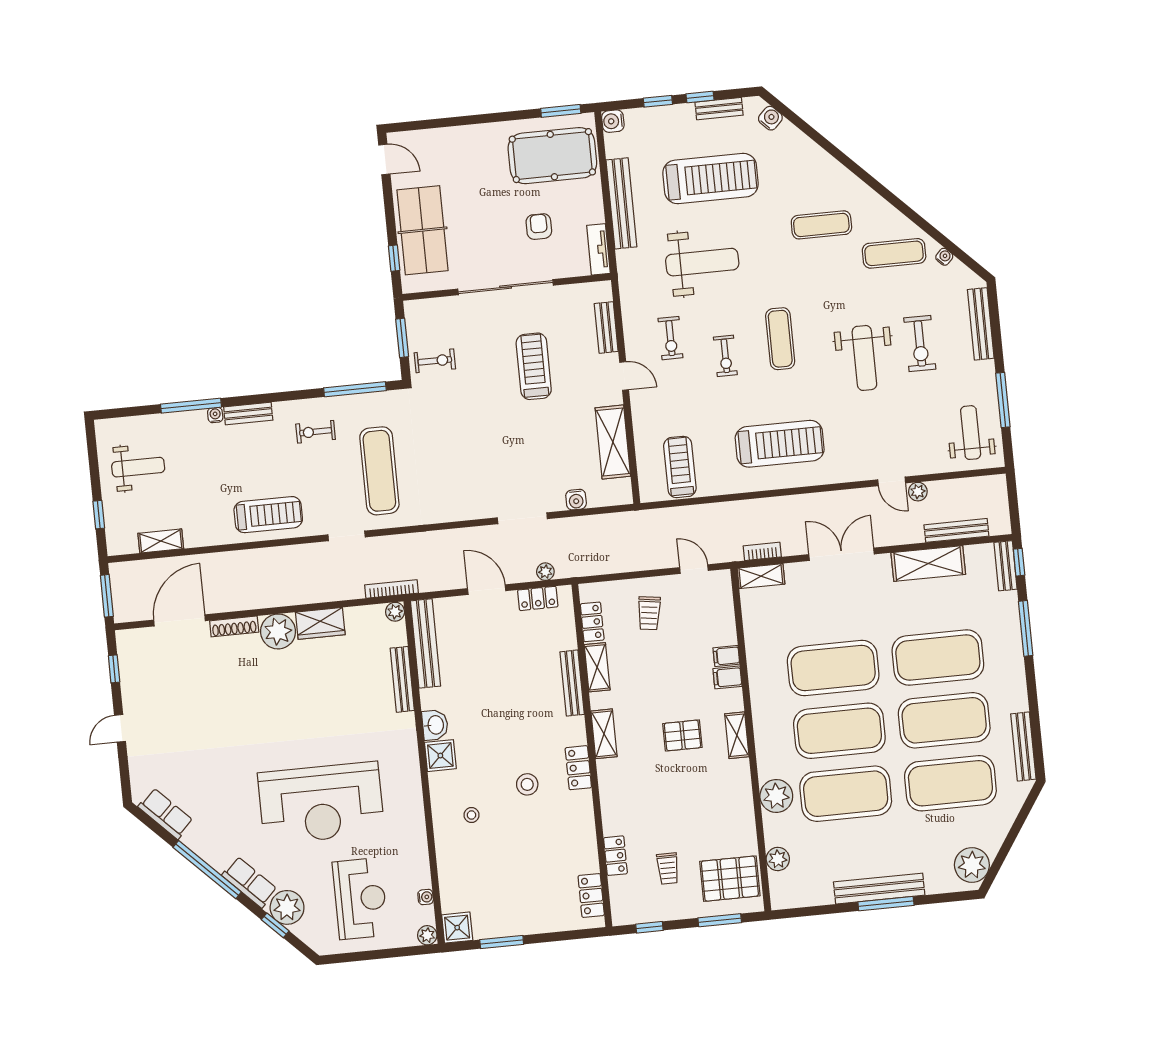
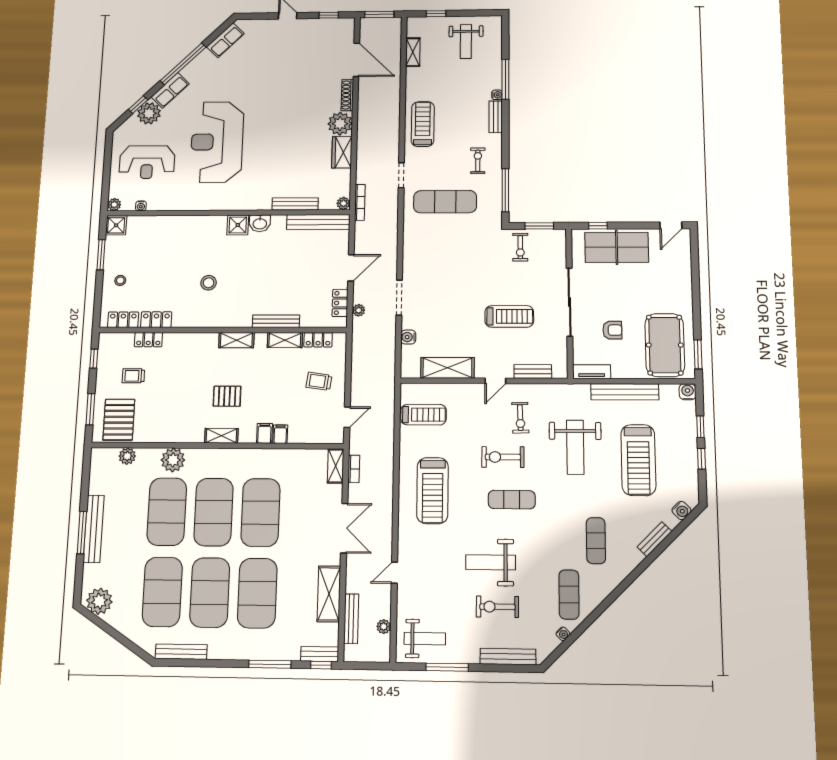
bench: (719, 109) -> (654, 539), moved, turned 45
exercise bike: (670, 338) -> (520, 418), turned -92
exercise bike: (725, 356) -> (503, 457), width x1.38, depth x1.39
plant: (918, 492) -> (384, 627), moved
treadmill: (268, 515) -> (423, 124), turned 180
pallet: (682, 735) -> (227, 396), turned 90
locker: (578, 768) -> (156, 320), moved
stool: (471, 815) -> (120, 280), moved

